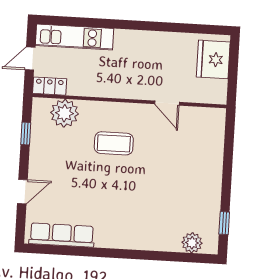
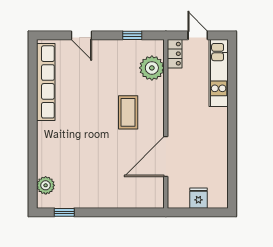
fridge: (213, 59) -> (198, 198), width x0.53, depth x0.75
door: (167, 103) -> (166, 157), width x1.87
row of seats: (62, 235) -> (46, 82), width x1.36

